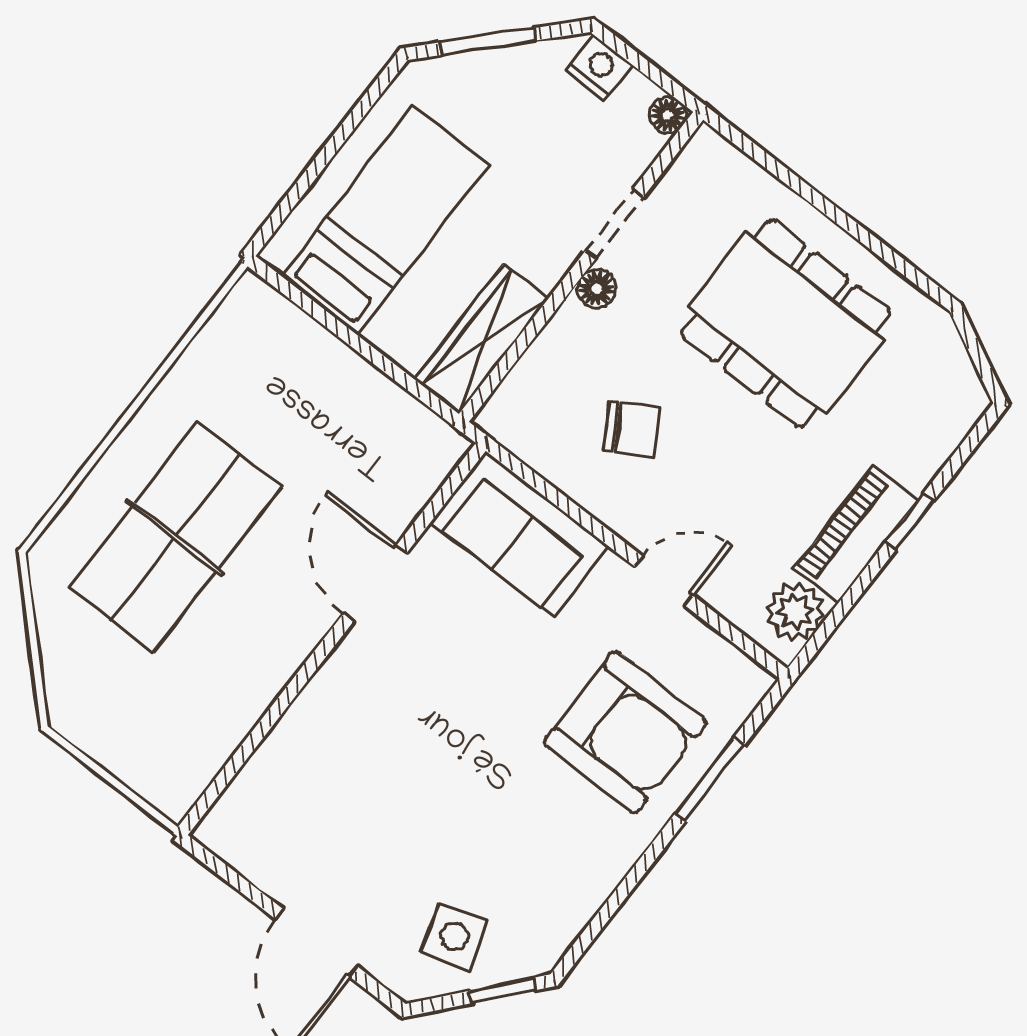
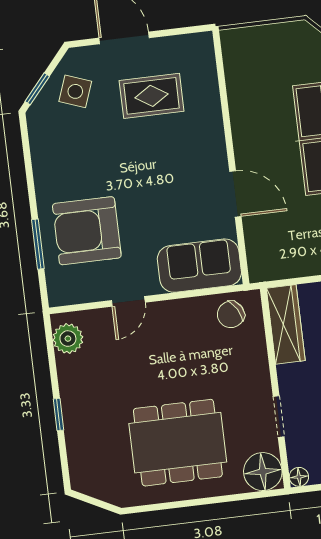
floor lamp: (597, 289) -> (263, 472), moved, width x1.89, depth x1.89
chair: (632, 429) -> (231, 314), moved
piano: (855, 534) -> (74, 390), removed
rug: (357, 828) -> (152, 96), added
side table: (454, 936) -> (75, 91), turned 38

